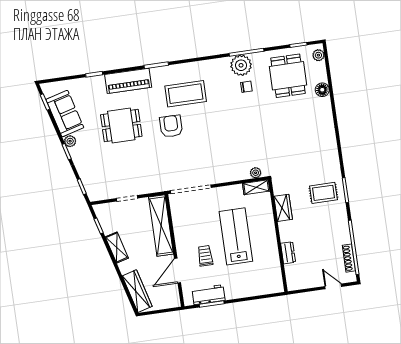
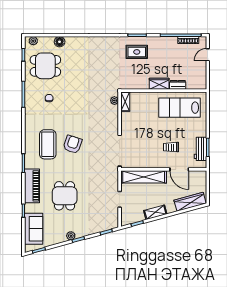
plant: (241, 65) -> (32, 100), removed
sofa: (65, 114) -> (34, 229), moved, turned 105
armchair: (171, 126) -> (73, 144), moved, turned 108
rug: (323, 193) -> (137, 52), turned 90
wardrobe: (283, 208) -> (159, 84), moved
lab bench: (236, 236) -> (180, 108), moved

